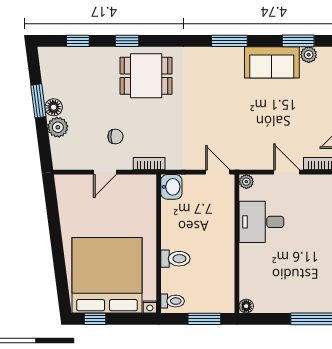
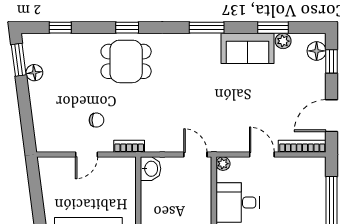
window: (127, 41) -> (127, 28), moved
window: (38, 101) -> (19, 60), moved
floor lamp: (54, 107) -> (34, 73), moved
plant: (58, 127) -> (41, 111), removed

